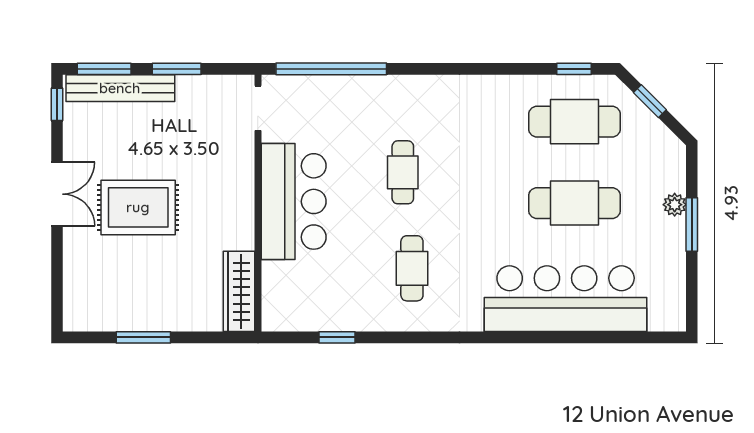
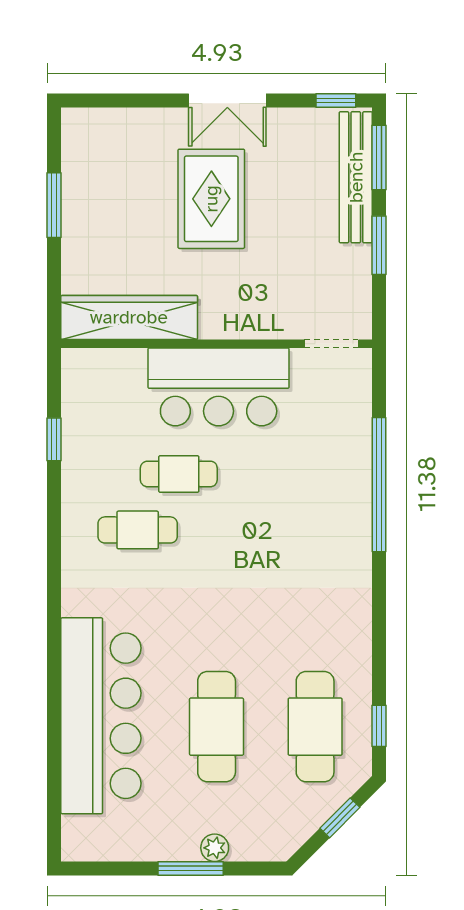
window: (331, 69) -> (379, 485), moved
cafe table: (403, 172) -> (179, 474), moved
wardrobe: (239, 291) -> (129, 317), width x1.40, depth x1.17

